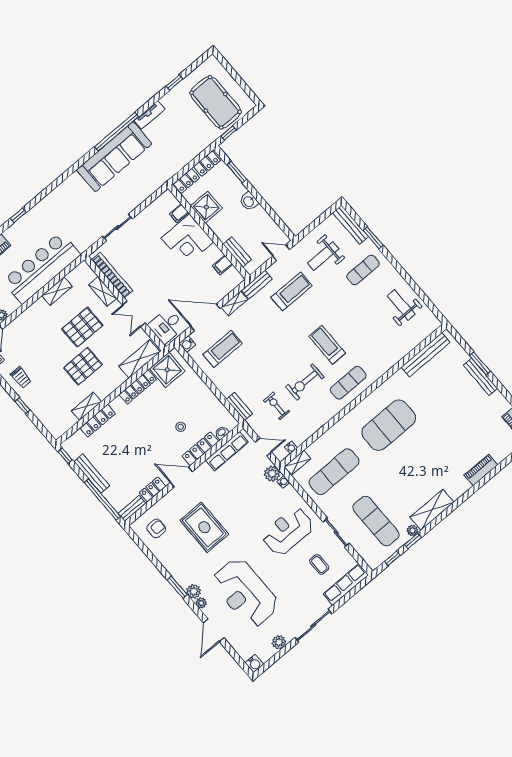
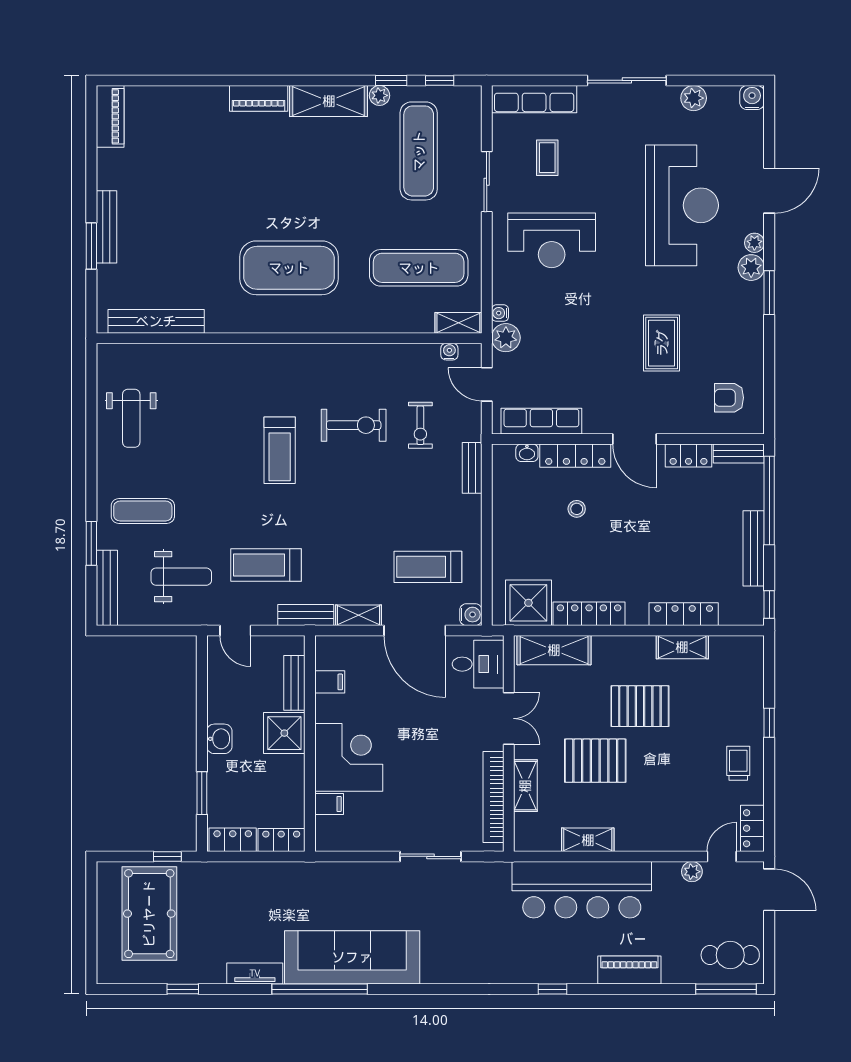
shower: (206, 207) -> (284, 733), moved
exercise mat: (348, 383) -> (295, 373), removed
piano: (481, 470) -> (259, 98), moved
rug: (204, 527) -> (662, 343), width x0.73, depth x0.70

